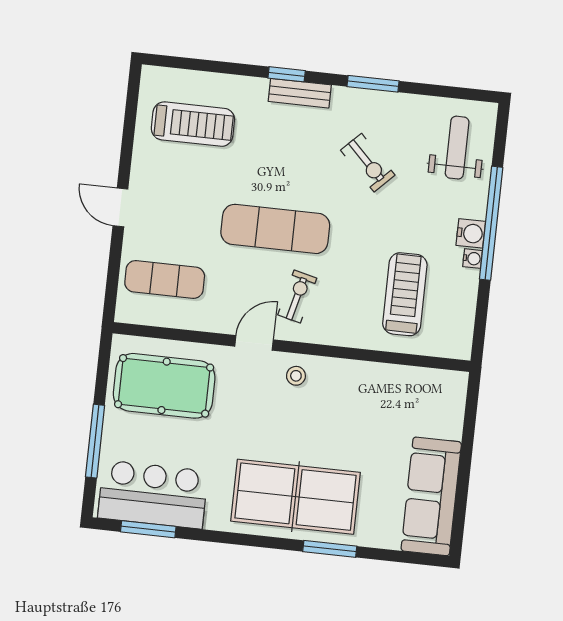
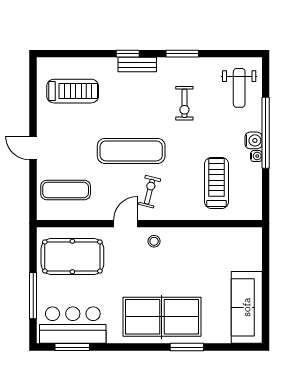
weight bench: (457, 148) -> (239, 88), turned 180
exercise bike: (368, 163) -> (184, 103), turned 45

